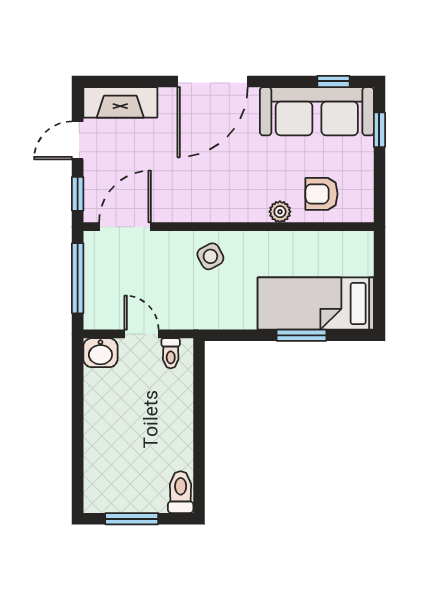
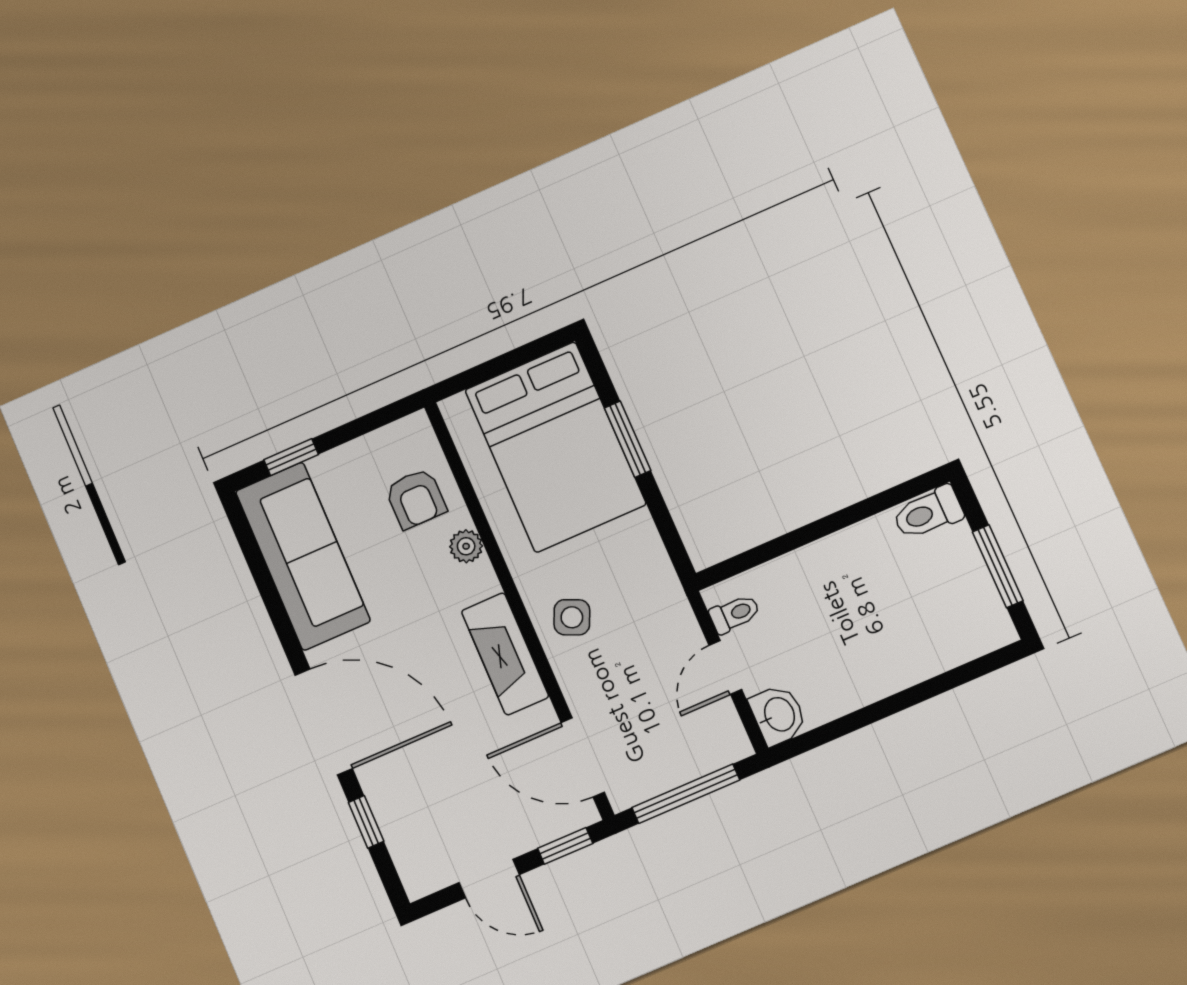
window: (333, 81) -> (366, 822), moved
fireplace: (120, 102) -> (505, 654), moved, turned 180
side table: (210, 256) -> (572, 617), turned -38
bed: (316, 304) -> (555, 447), width x1.50

